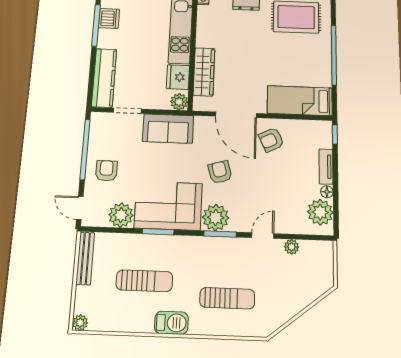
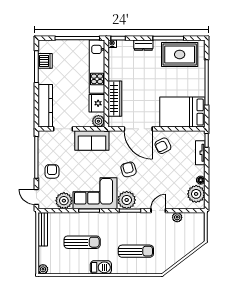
bed: (300, 101) -> (182, 112), width x1.50
tv unit: (326, 167) -> (200, 153), moved

